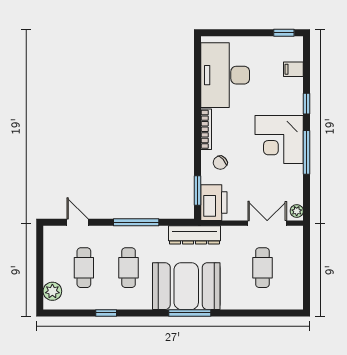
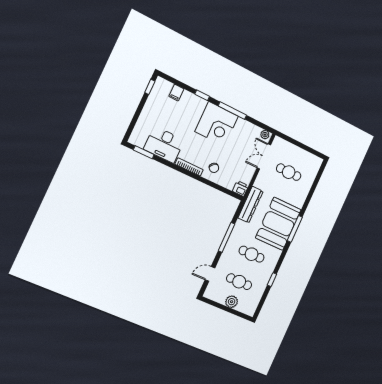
desk: (225, 75) -> (164, 145), width x0.73, depth x0.77
window: (198, 190) -> (144, 152), moved
printer: (214, 203) -> (240, 188), width x0.53, depth x0.68
plant: (52, 291) -> (232, 302), moved

